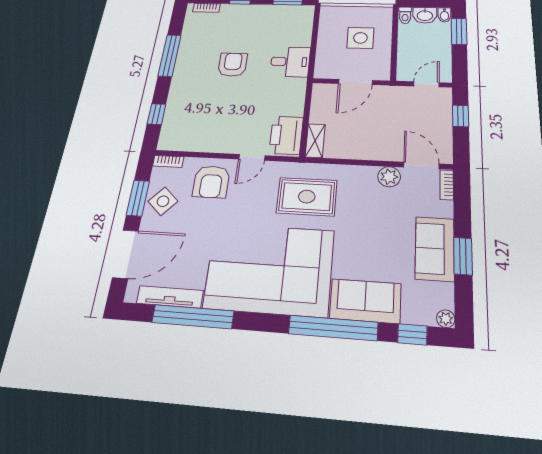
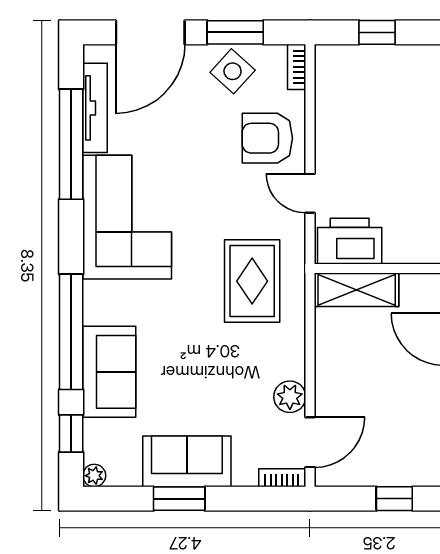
shelving: (315, 141) -> (357, 290), width x1.50, depth x1.33
door: (125, 254) -> (150, 32), hinge flipped
corner sofa: (269, 269) -> (127, 217), width x0.73, depth x0.74

